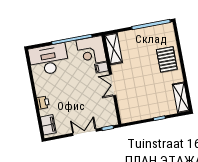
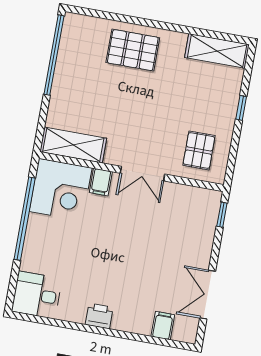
desk: (49, 60) -> (37, 295), width x0.53, depth x0.77
printer: (43, 103) -> (99, 316), moved
pallet: (133, 107) -> (199, 150), added
filing cabinet: (48, 125) -> (163, 326), width x0.50
double door: (85, 132) -> (208, 295), moved

